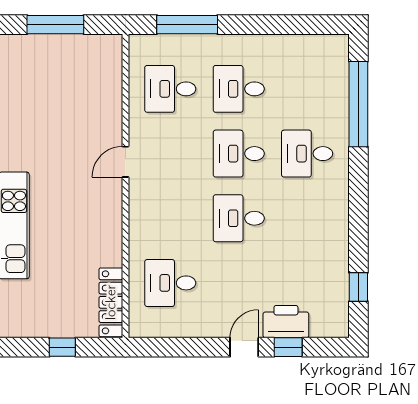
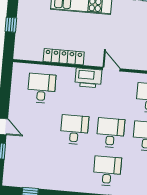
locker: (111, 302) -> (64, 57), moved
printer: (286, 322) -> (88, 78), moved, turned 90

